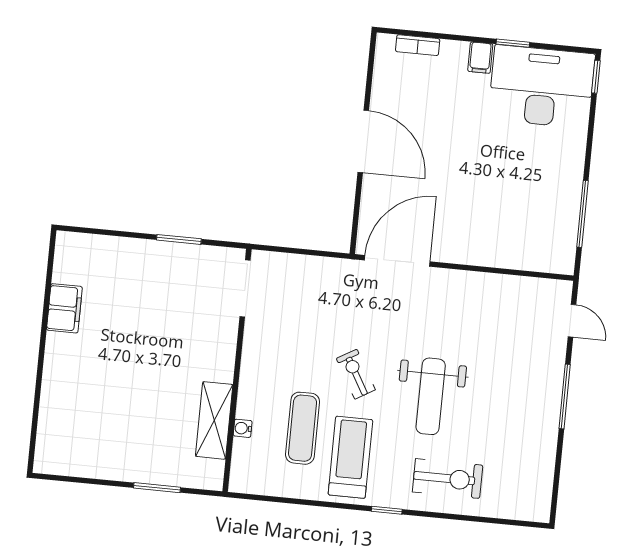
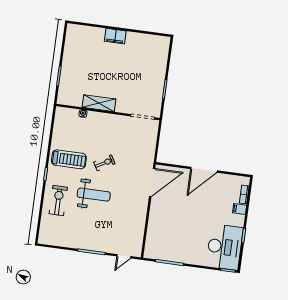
filing cabinet: (480, 58) -> (240, 209), moved
door: (397, 261) -> (152, 182), hinge flipped
filing cabinet: (64, 308) -> (115, 36), moved
weight bench: (431, 396) -> (94, 195), turned 180
shelving: (214, 420) -> (99, 103), moved
exercise mat: (303, 428) -> (82, 139), removed
exercise bike: (448, 479) -> (58, 201), turned 180

